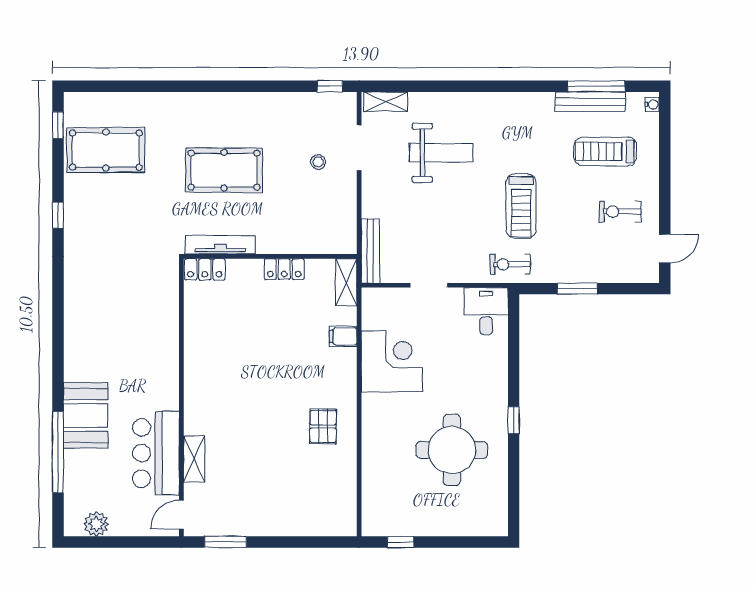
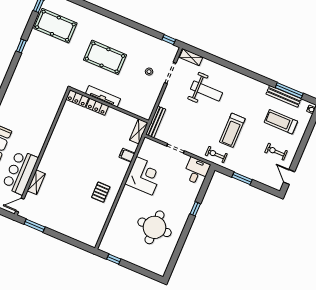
tv unit: (220, 245) -> (103, 96), moved
door: (665, 249) -> (289, 177), swing flipped
locker: (284, 269) -> (97, 107), moved
window: (514, 420) -> (195, 209), moved

